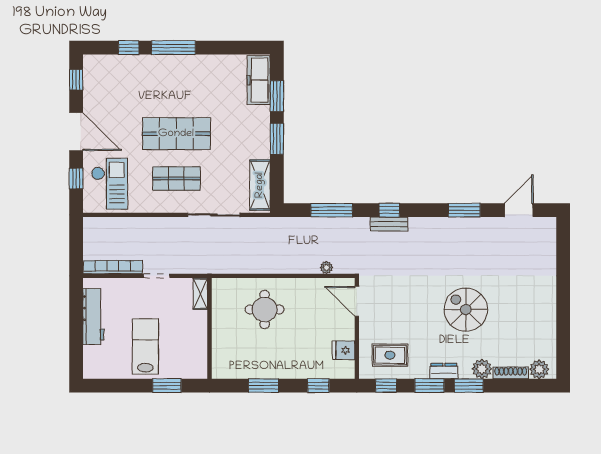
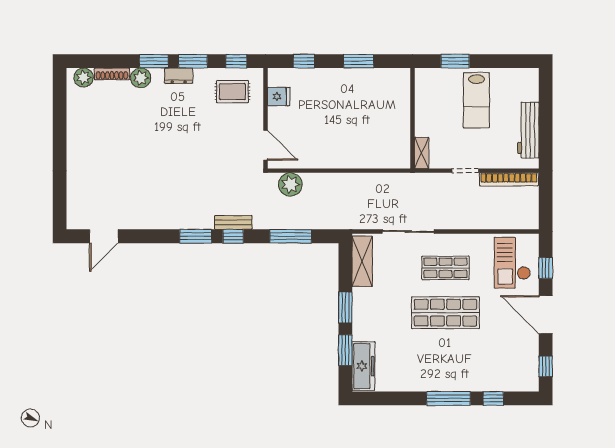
window: (464, 210) -> (196, 236), moved
plant: (326, 268) -> (290, 185), width x1.88, depth x1.88
round table: (265, 309) -> (358, 137), removed
spiral stairs: (466, 310) -> (157, 137), removed

